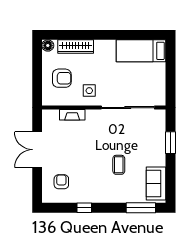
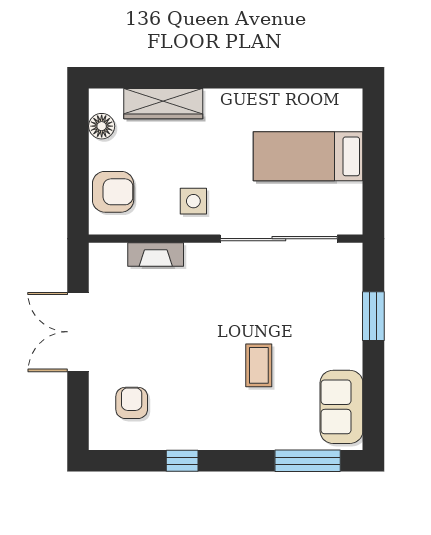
floor lamp: (48, 46) -> (102, 126), moved
bed: (141, 51) -> (308, 156), moved
armchair: (62, 78) -> (113, 192), moved

